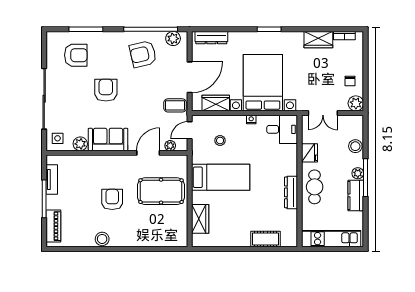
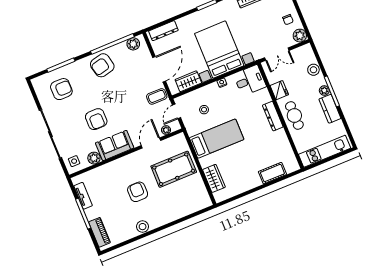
armchair: (143, 54) -> (102, 65), moved
armchair: (106, 90) -> (96, 119), moved, turned 180
dresser: (291, 192) -> (273, 116), moved

